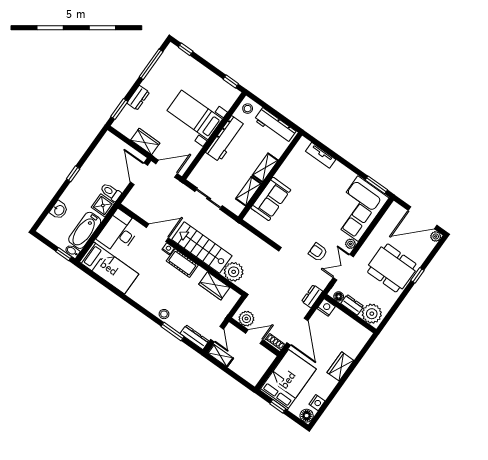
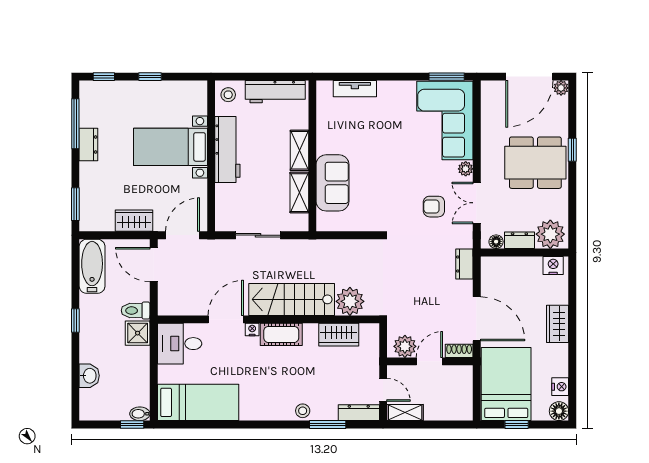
window: (231, 81) -> (150, 77), moved
dresser: (138, 98) -> (88, 145), moved
bathtub: (85, 230) -> (92, 266), moved, turned 180
desk: (119, 232) -> (180, 344), width x0.73
nightstand: (326, 307) -> (553, 265), moved

